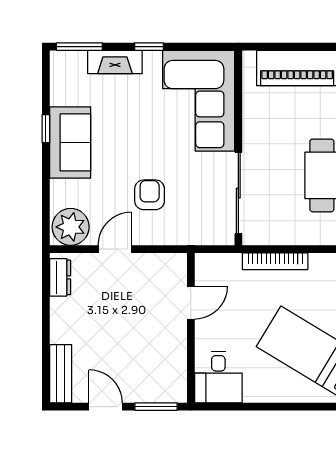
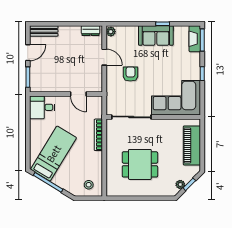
fireplace: (115, 62) -> (195, 39), moved
armchair: (150, 195) -> (130, 74), turned -90
plant: (71, 227) -> (111, 32), width x0.53, depth x0.53

